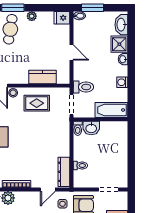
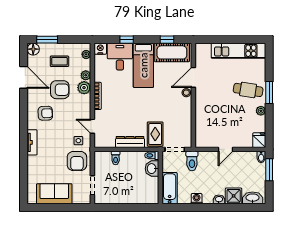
kitchen counter: (43, 77) -> (202, 121), removed
rug: (37, 103) -> (155, 134), moved
dresser: (64, 172) -> (130, 142), moved

